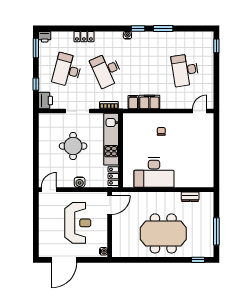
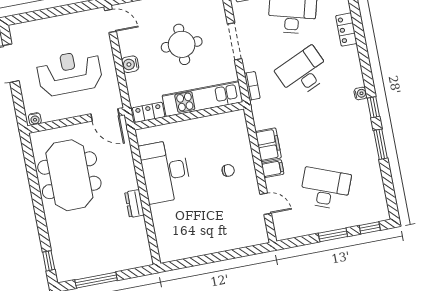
desk: (185, 70) -> (325, 188), turned 30
window: (216, 71) -> (333, 235), added
filing cabinet: (133, 102) -> (273, 169), moved
door: (200, 111) -> (266, 204), moved
dresser: (190, 197) -> (134, 204), moved
reception desk: (78, 223) -> (70, 73), turned 180
meeting table: (163, 233) -> (69, 175), moved

